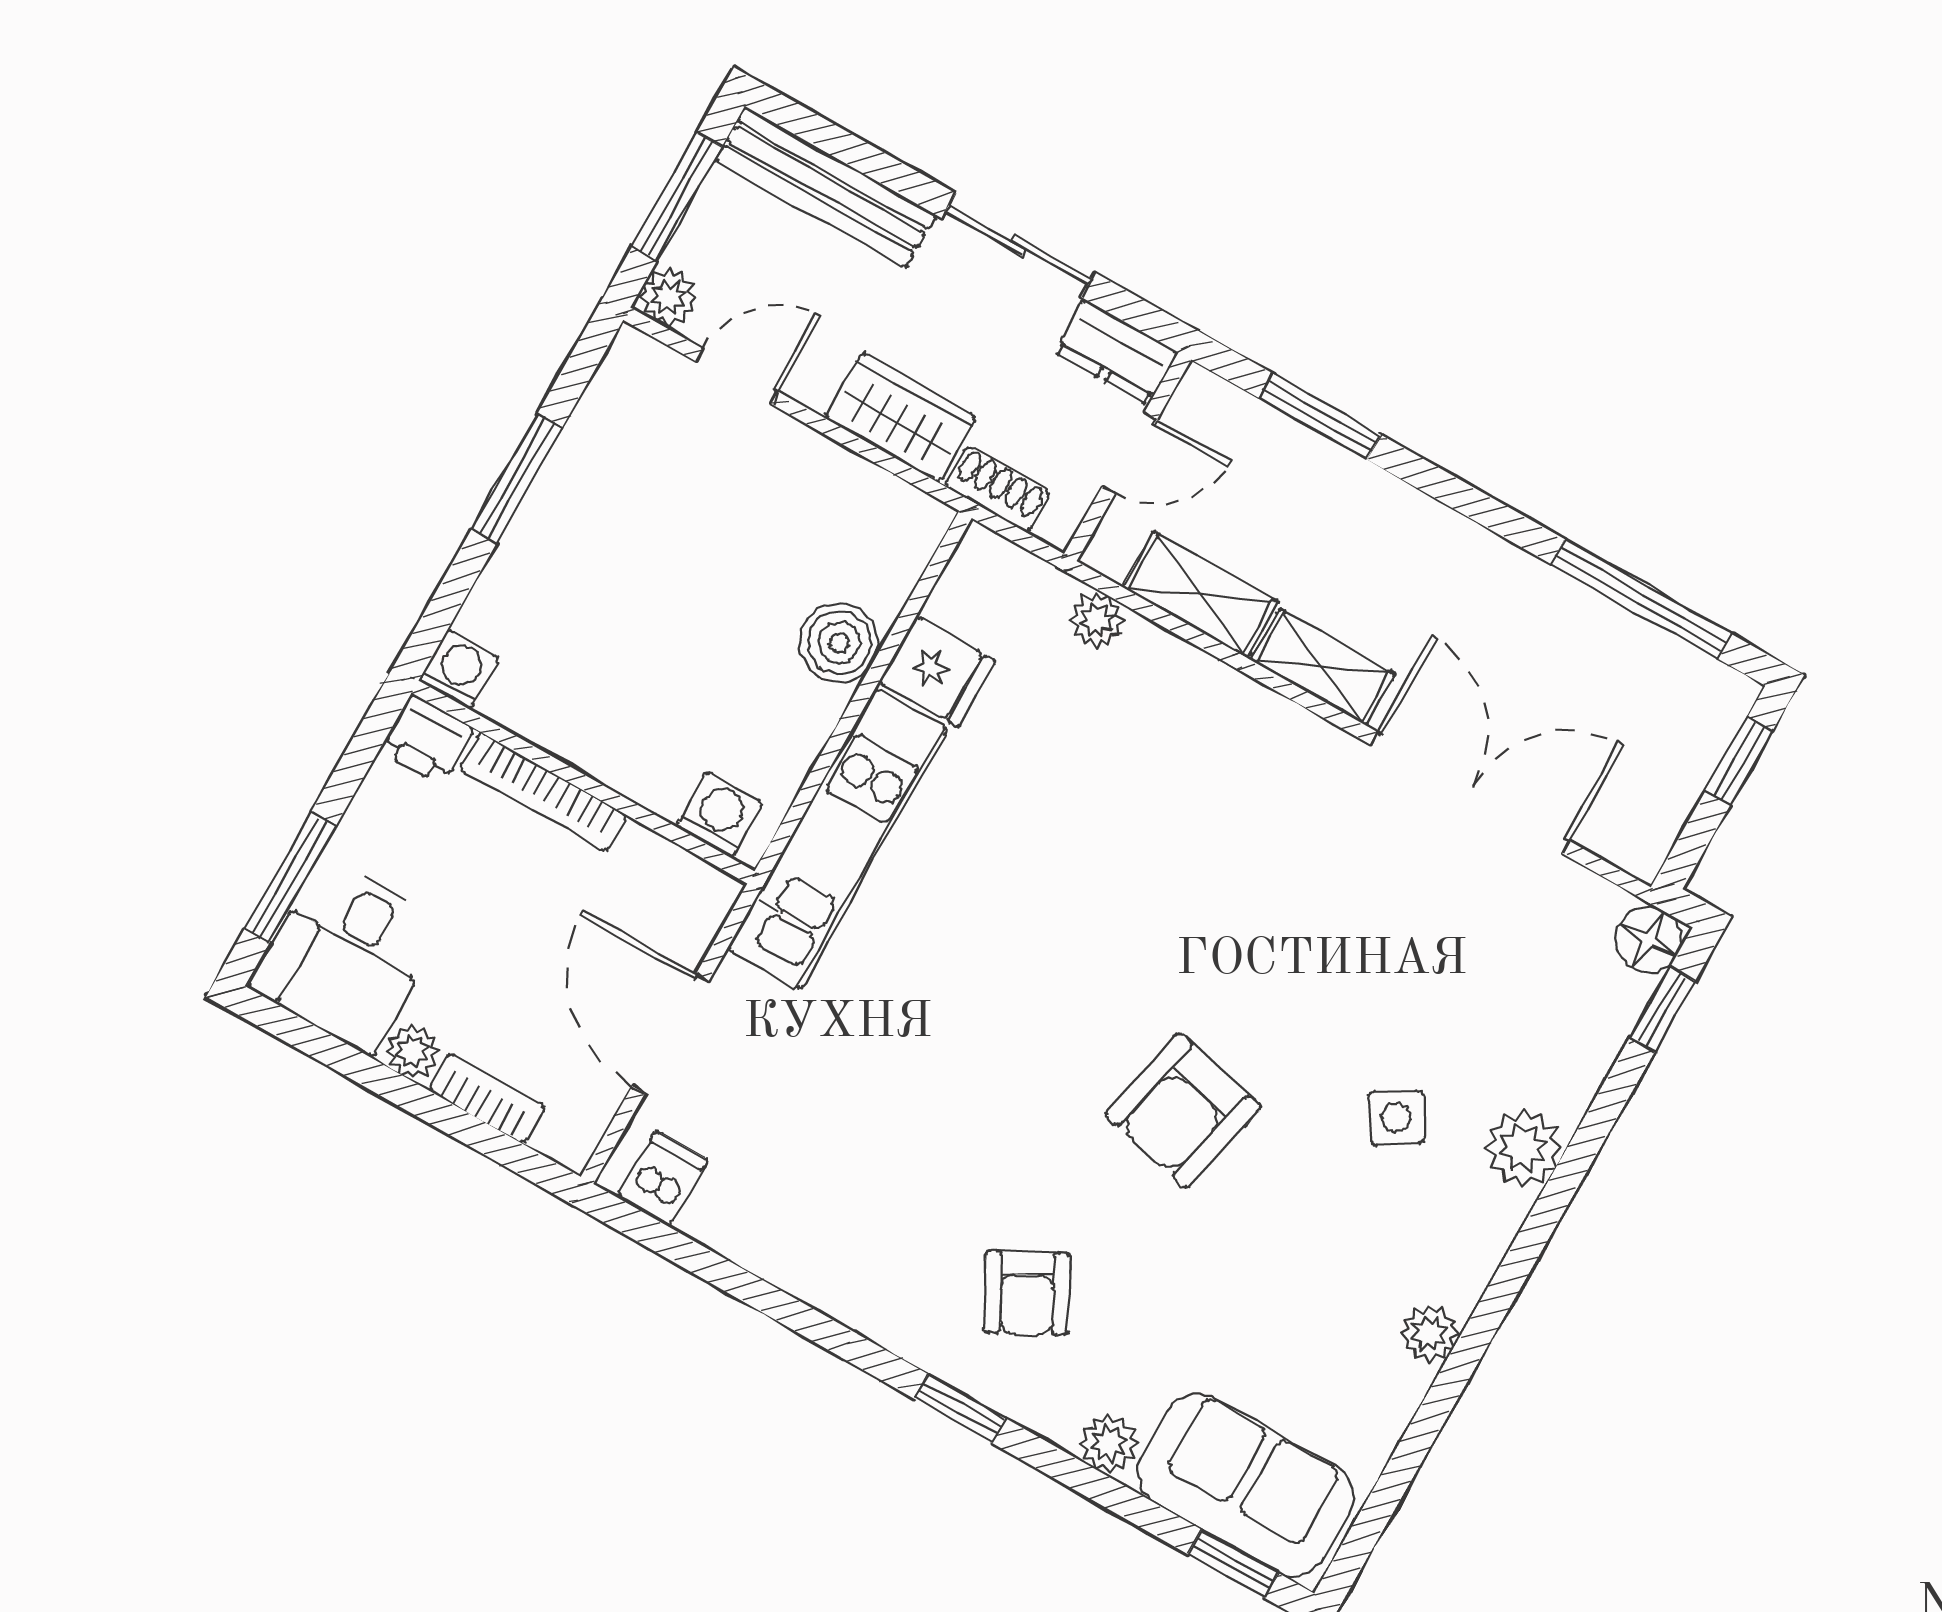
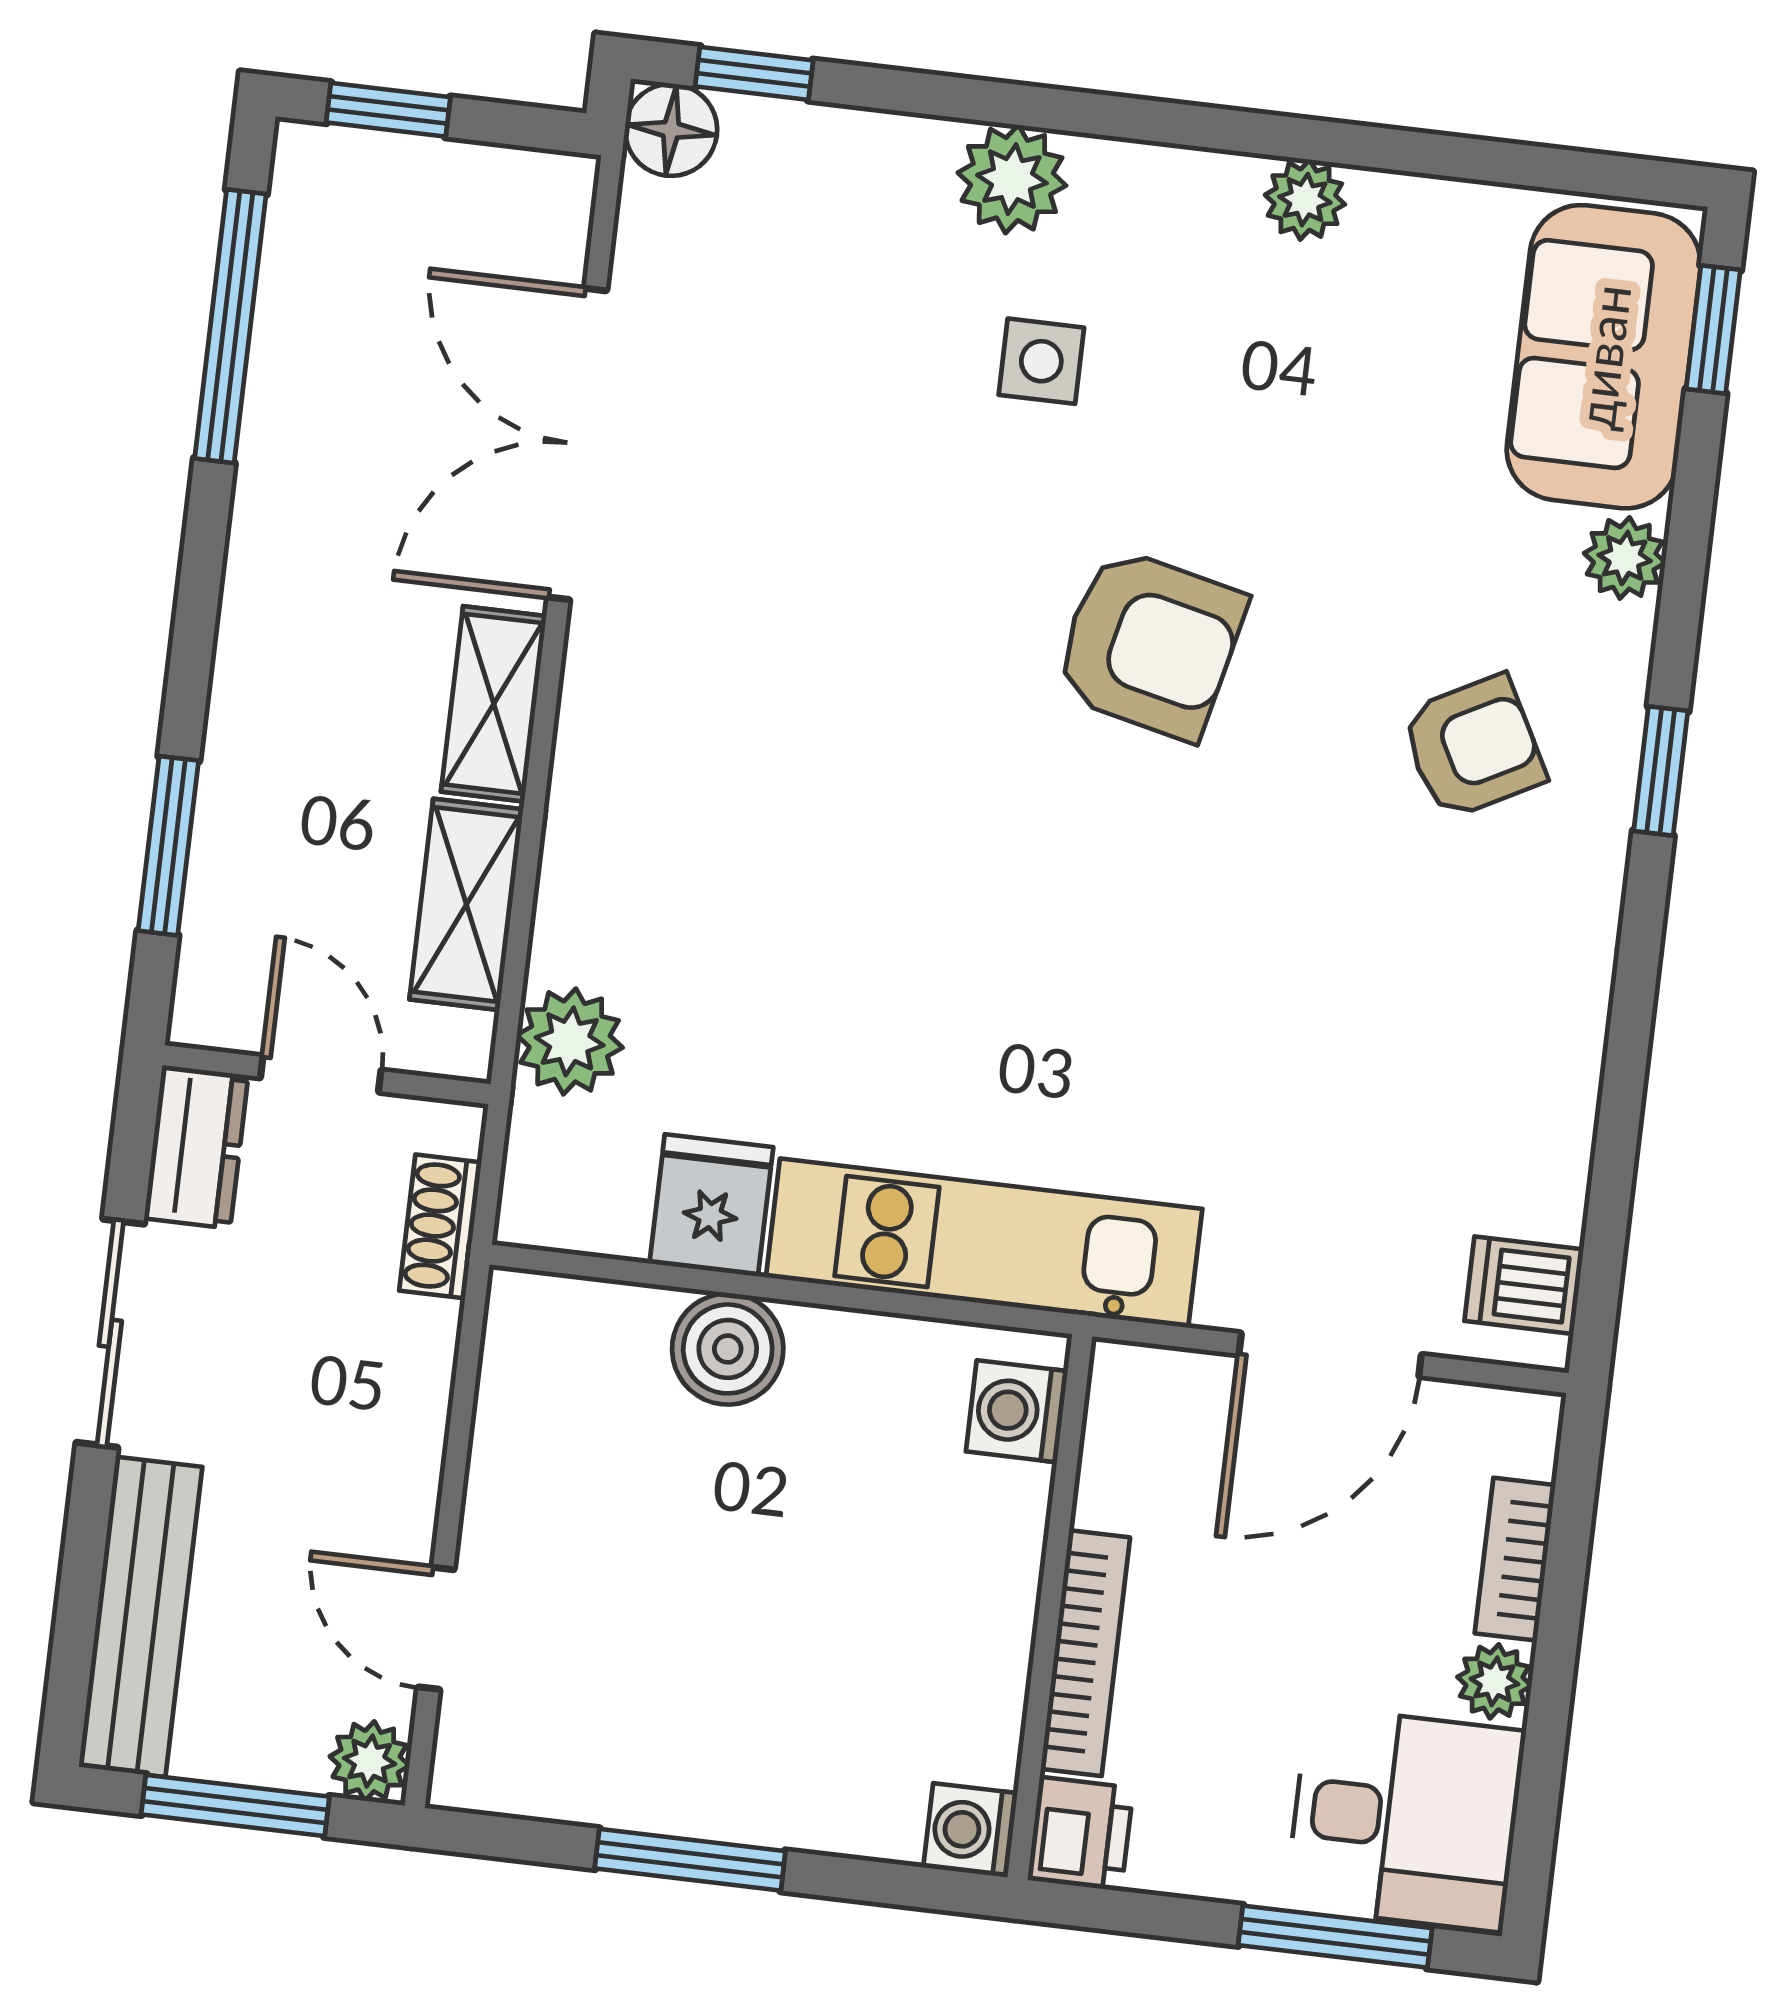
wardrobe: (901, 417) -> (399, 1393), removed
plant: (1097, 620) -> (570, 1041), width x1.38, depth x1.38
side table: (1396, 1117) -> (1041, 361), turned 33

